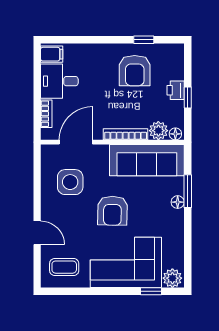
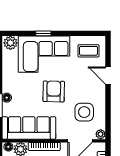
plant: (47, 151) -> (101, 134), added
window: (151, 291) -> (43, 33), moved

